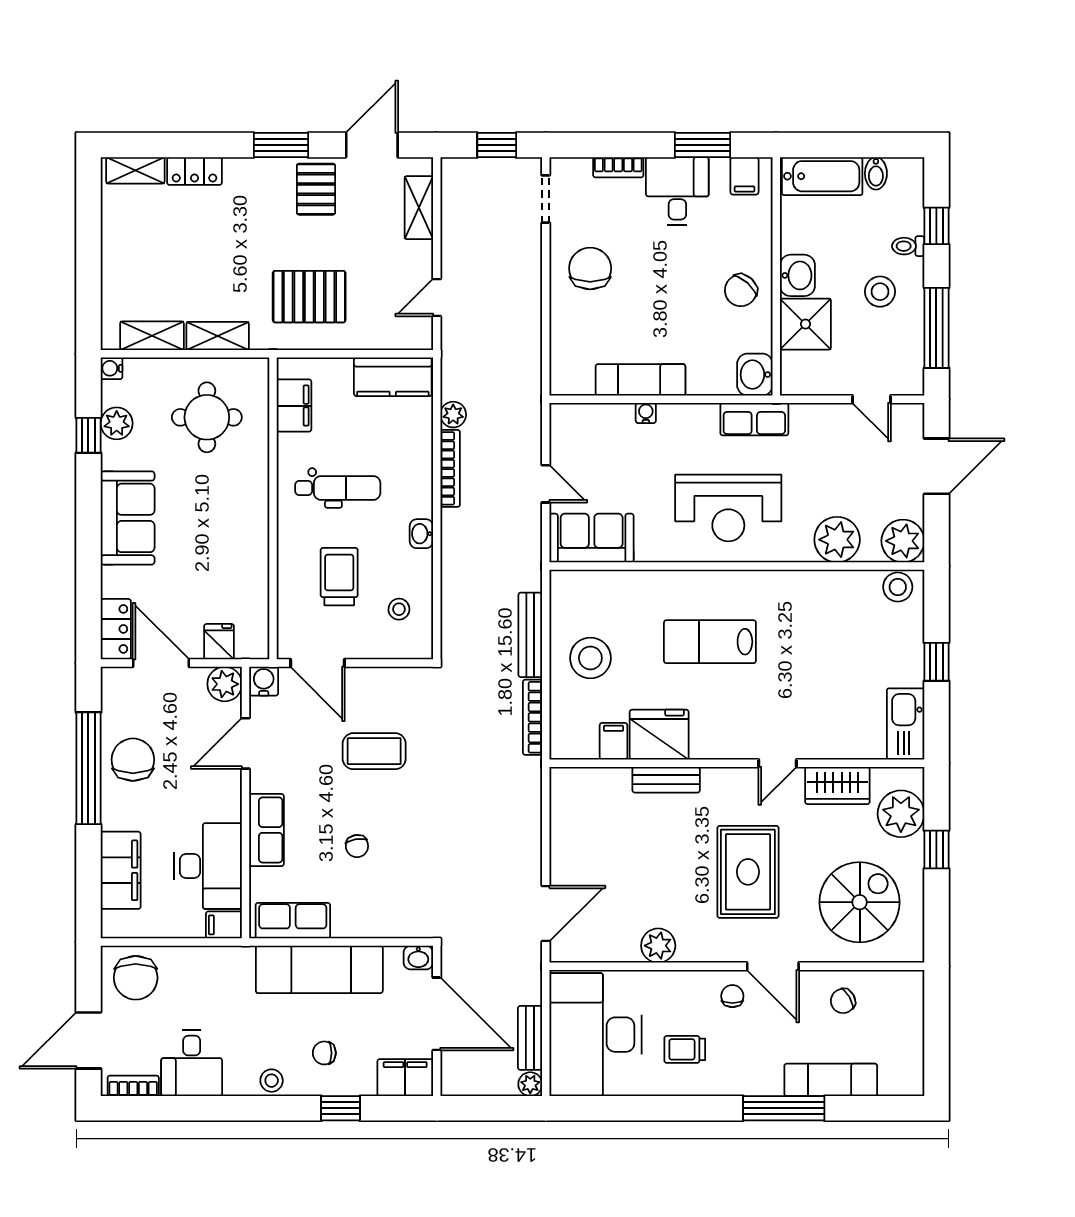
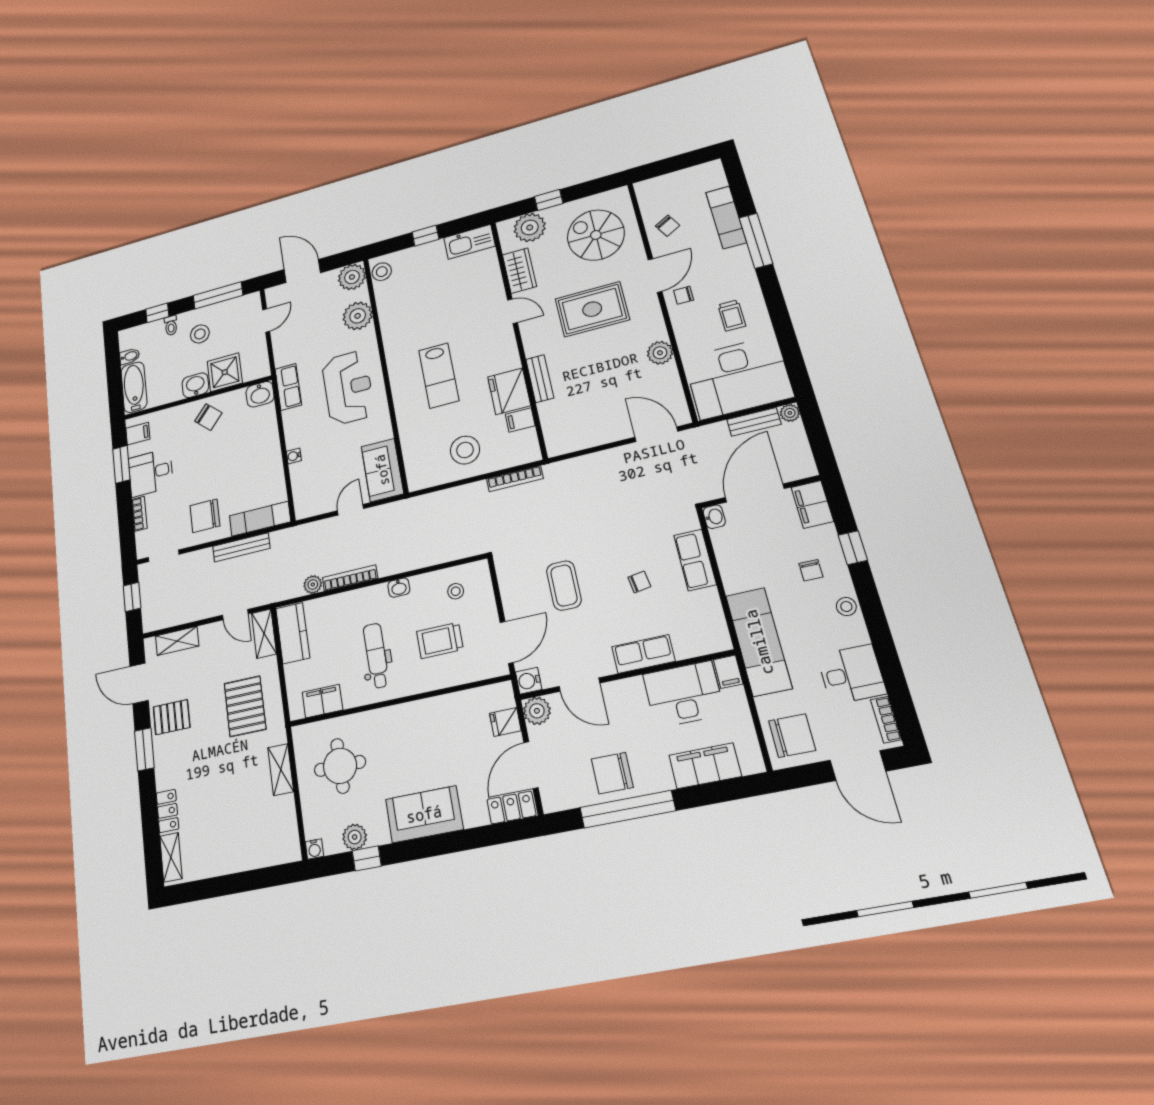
shelving: (152, 336) -> (264, 634), moved
exam couch: (640, 380) -> (260, 519), moved, turned 90
bench: (530, 635) -> (241, 547), moved
row of seats: (293, 921) -> (695, 560), moved
exam couch: (319, 969) -> (759, 642), moved

